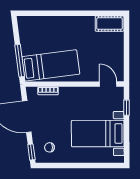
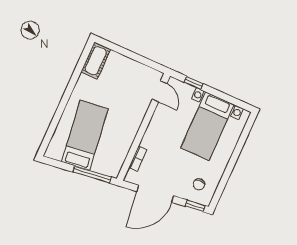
bed: (51, 65) -> (85, 135), moved
door: (108, 84) -> (160, 91), swing flipped

